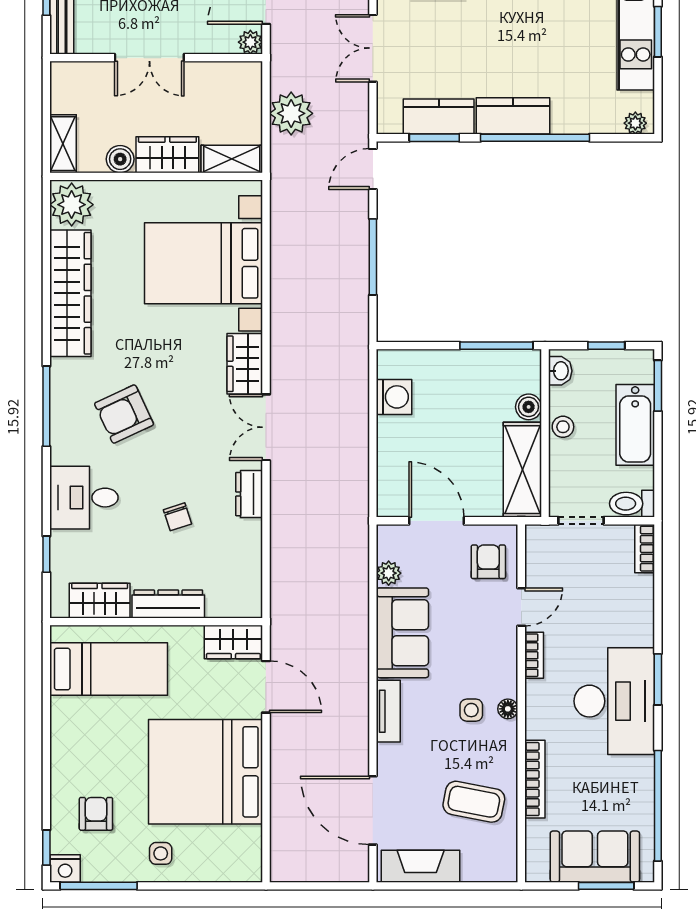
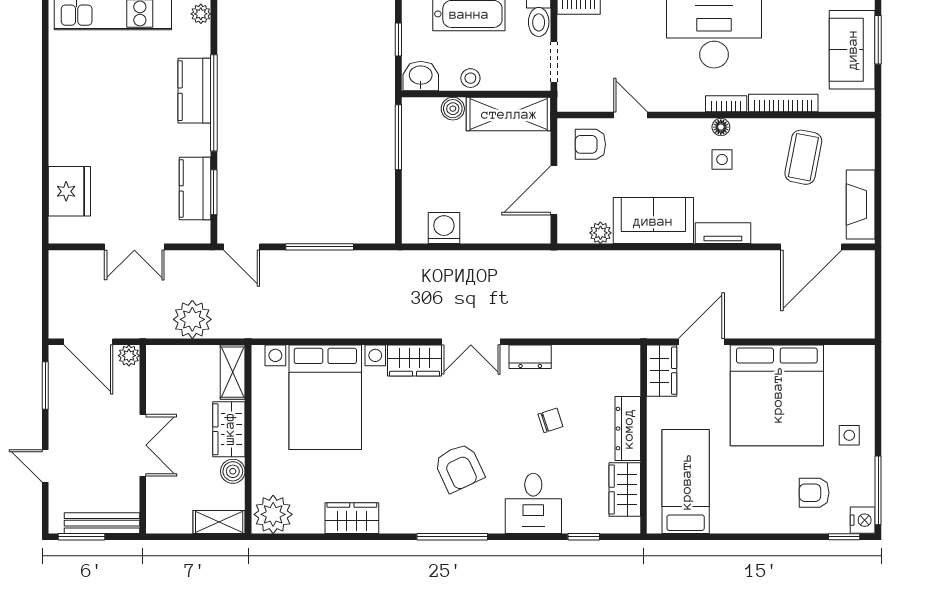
kitchen counter: (513, 116) -> (194, 91), moved
wardrobe: (70, 293) -> (352, 518), width x0.48, depth x0.85
washbasin: (560, 371) -> (421, 76), width x1.38, depth x1.45
bookcase: (534, 655) -> (726, 104), moved

